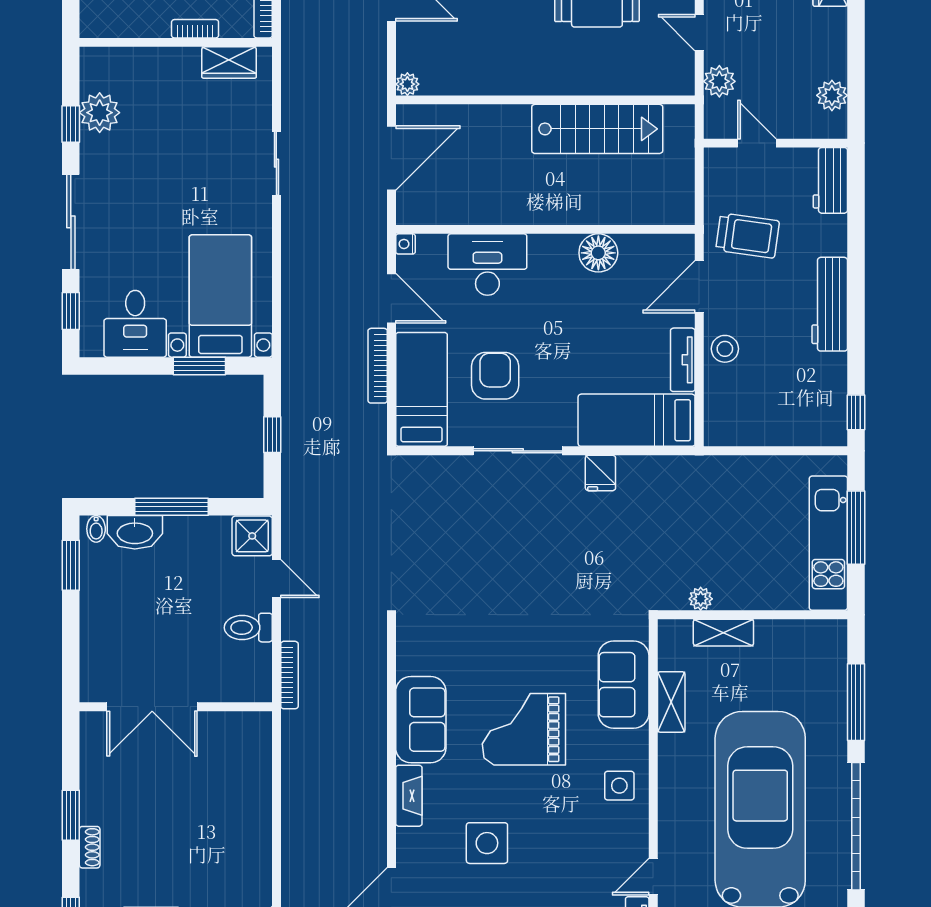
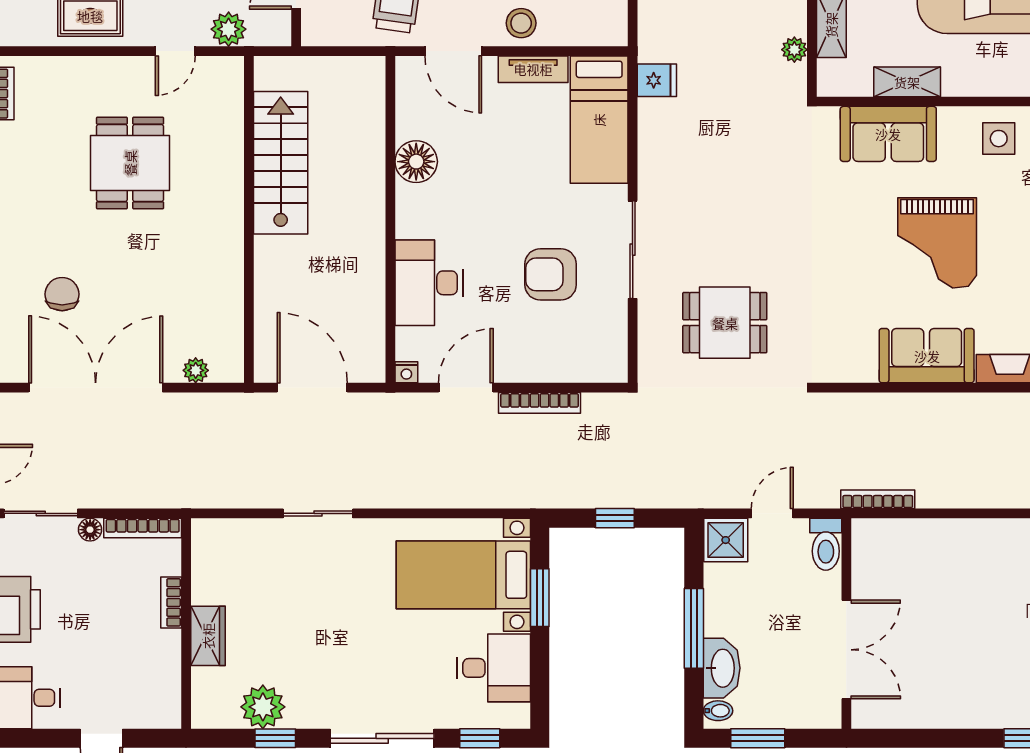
wardrobe: (229, 62) -> (208, 636), moved
plant: (407, 84) -> (196, 370), moved
bed: (422, 389) -> (565, 355), removed
fridge: (600, 473) -> (657, 80), moved
dining table: (451, 535) -> (725, 323), added
double door: (152, 707) -> (846, 650), moved
wall: (176, 707) -> (846, 624), moved

